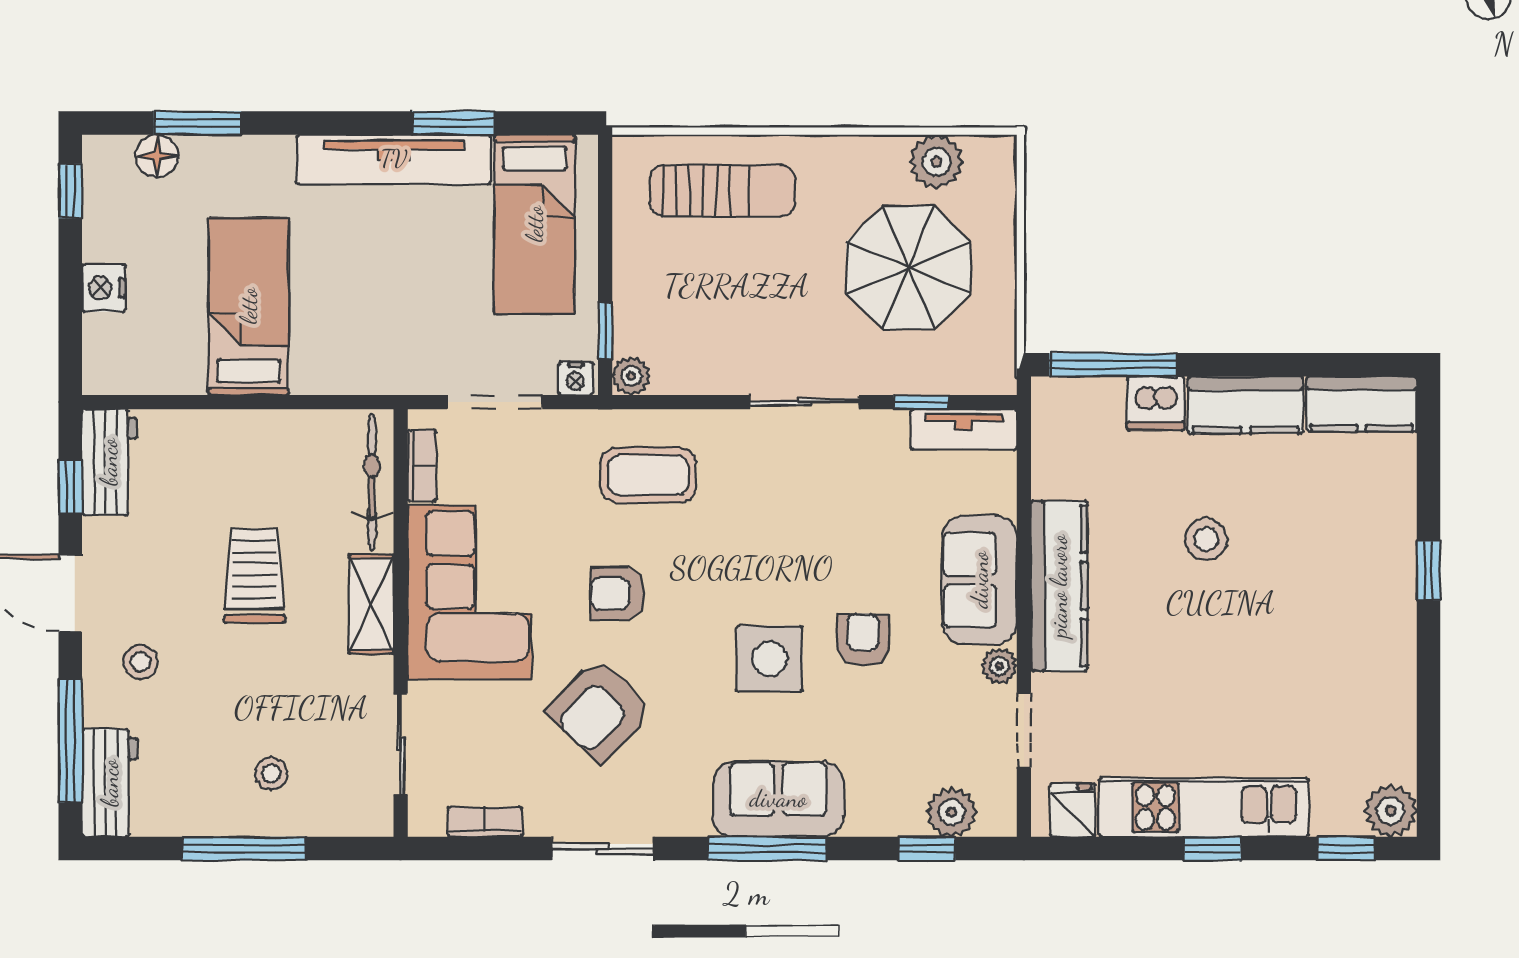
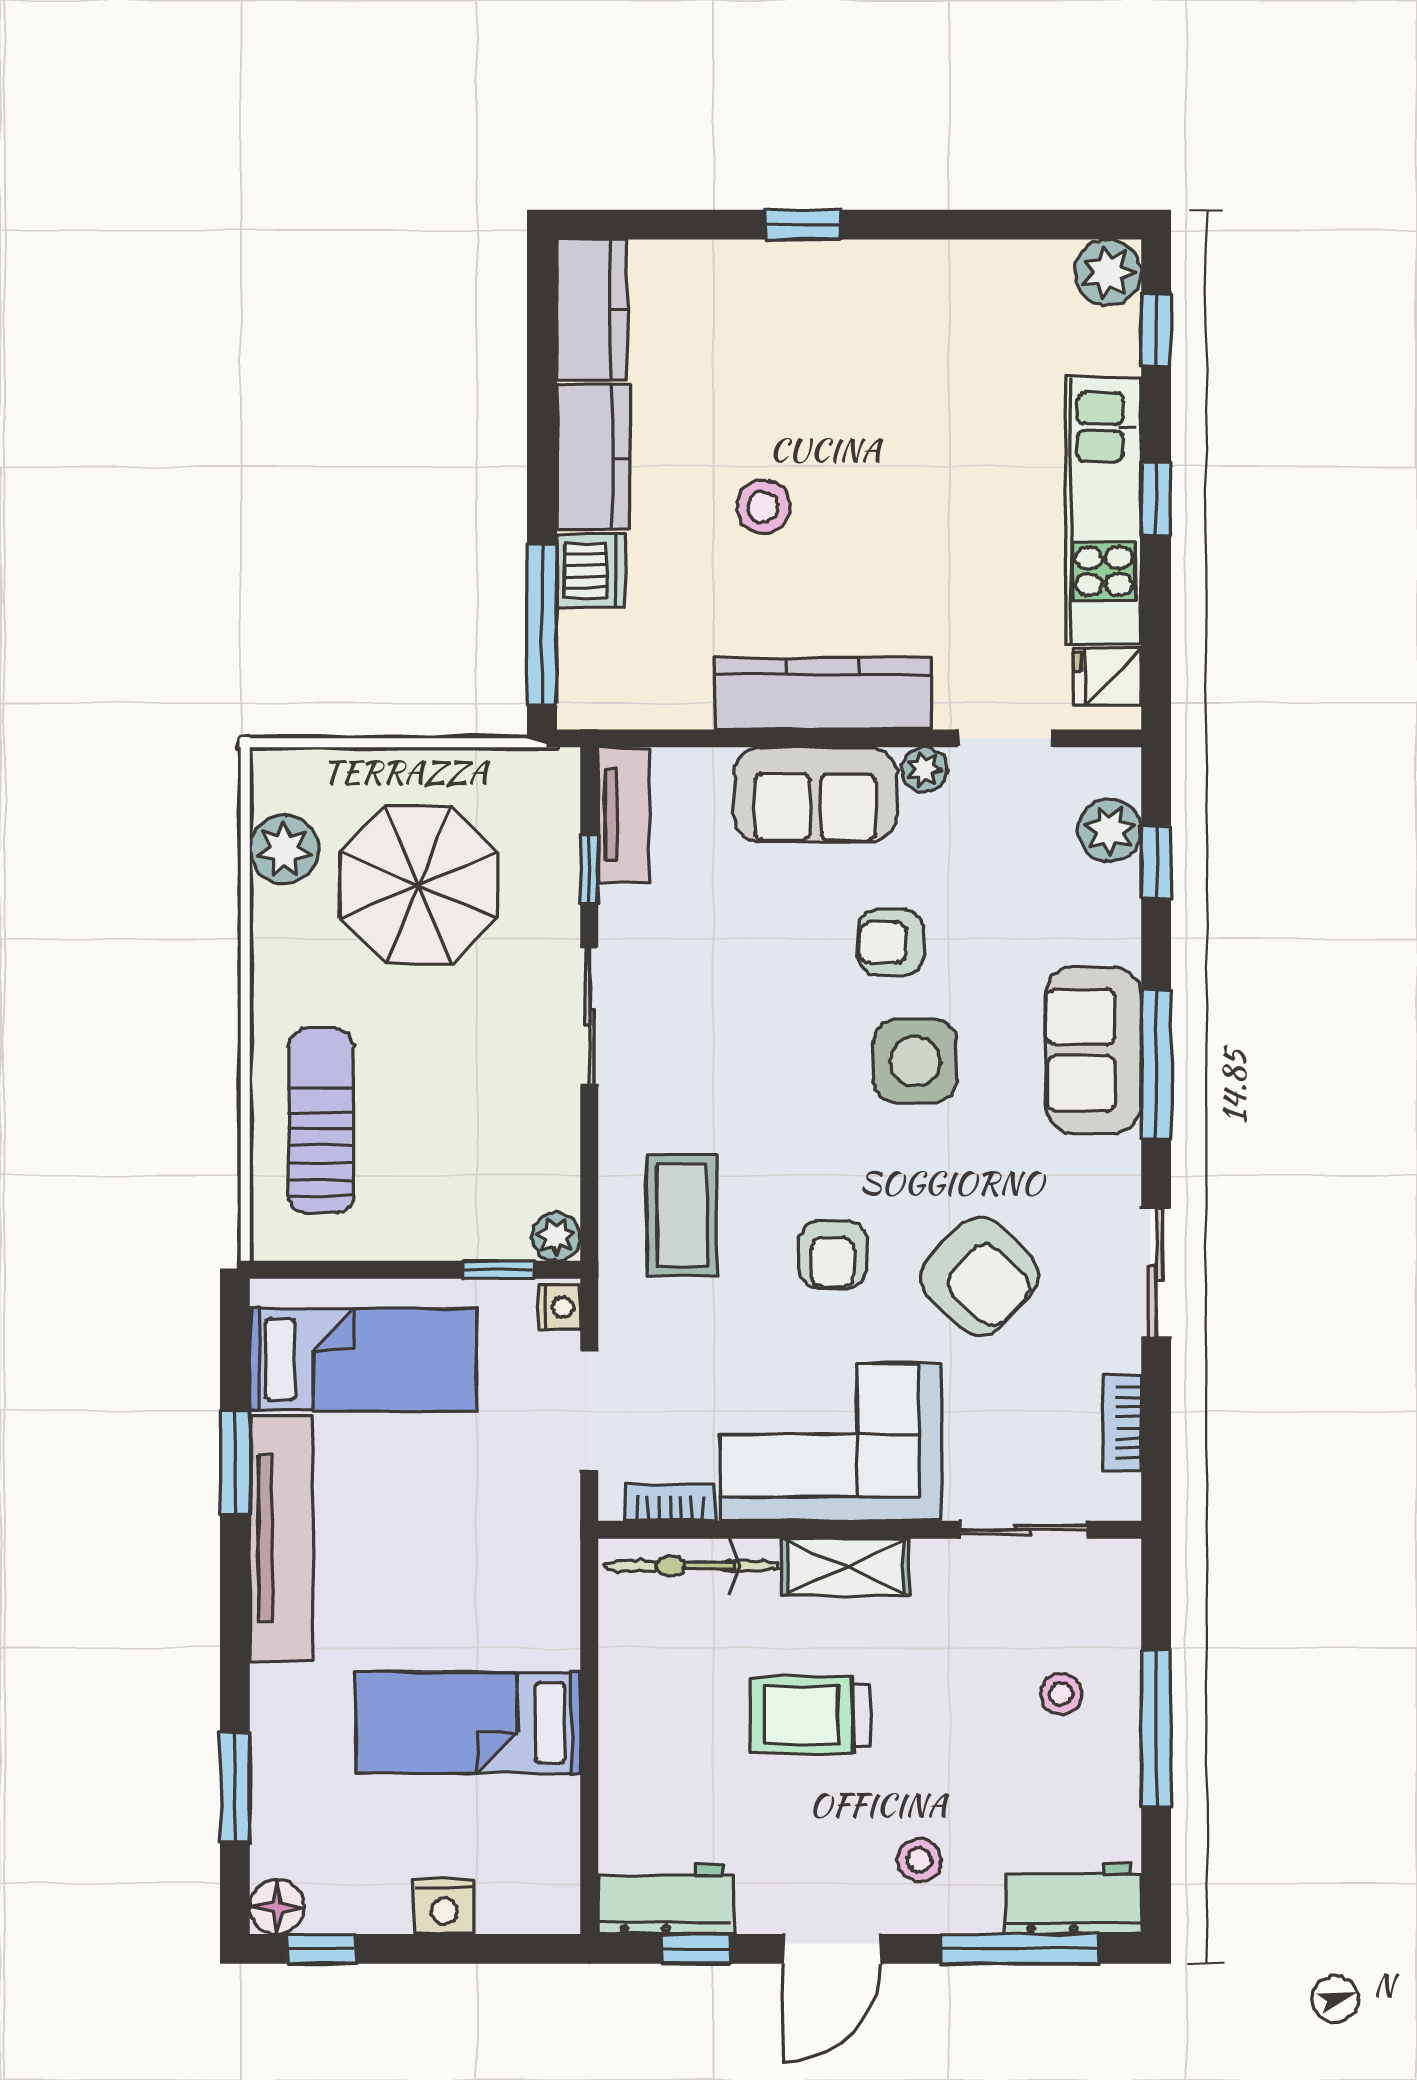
floor lamp: (157, 156) -> (277, 1907), moved

